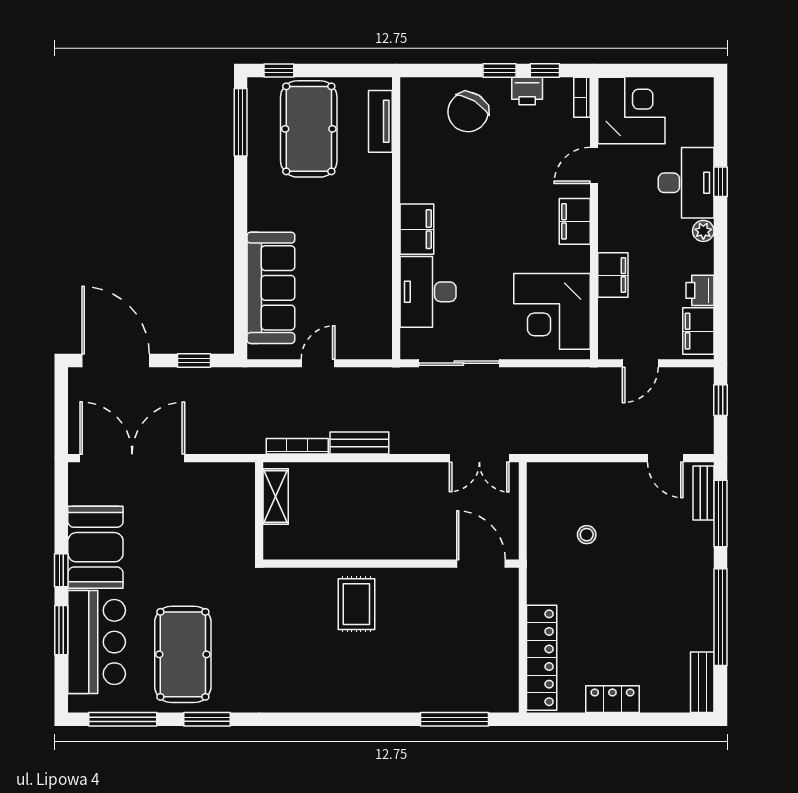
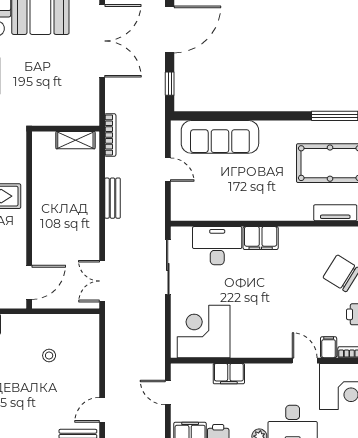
filing cabinet: (575, 221) -> (329, 347), moved, width x0.50
bookcase: (297, 446) -> (110, 135), moved

